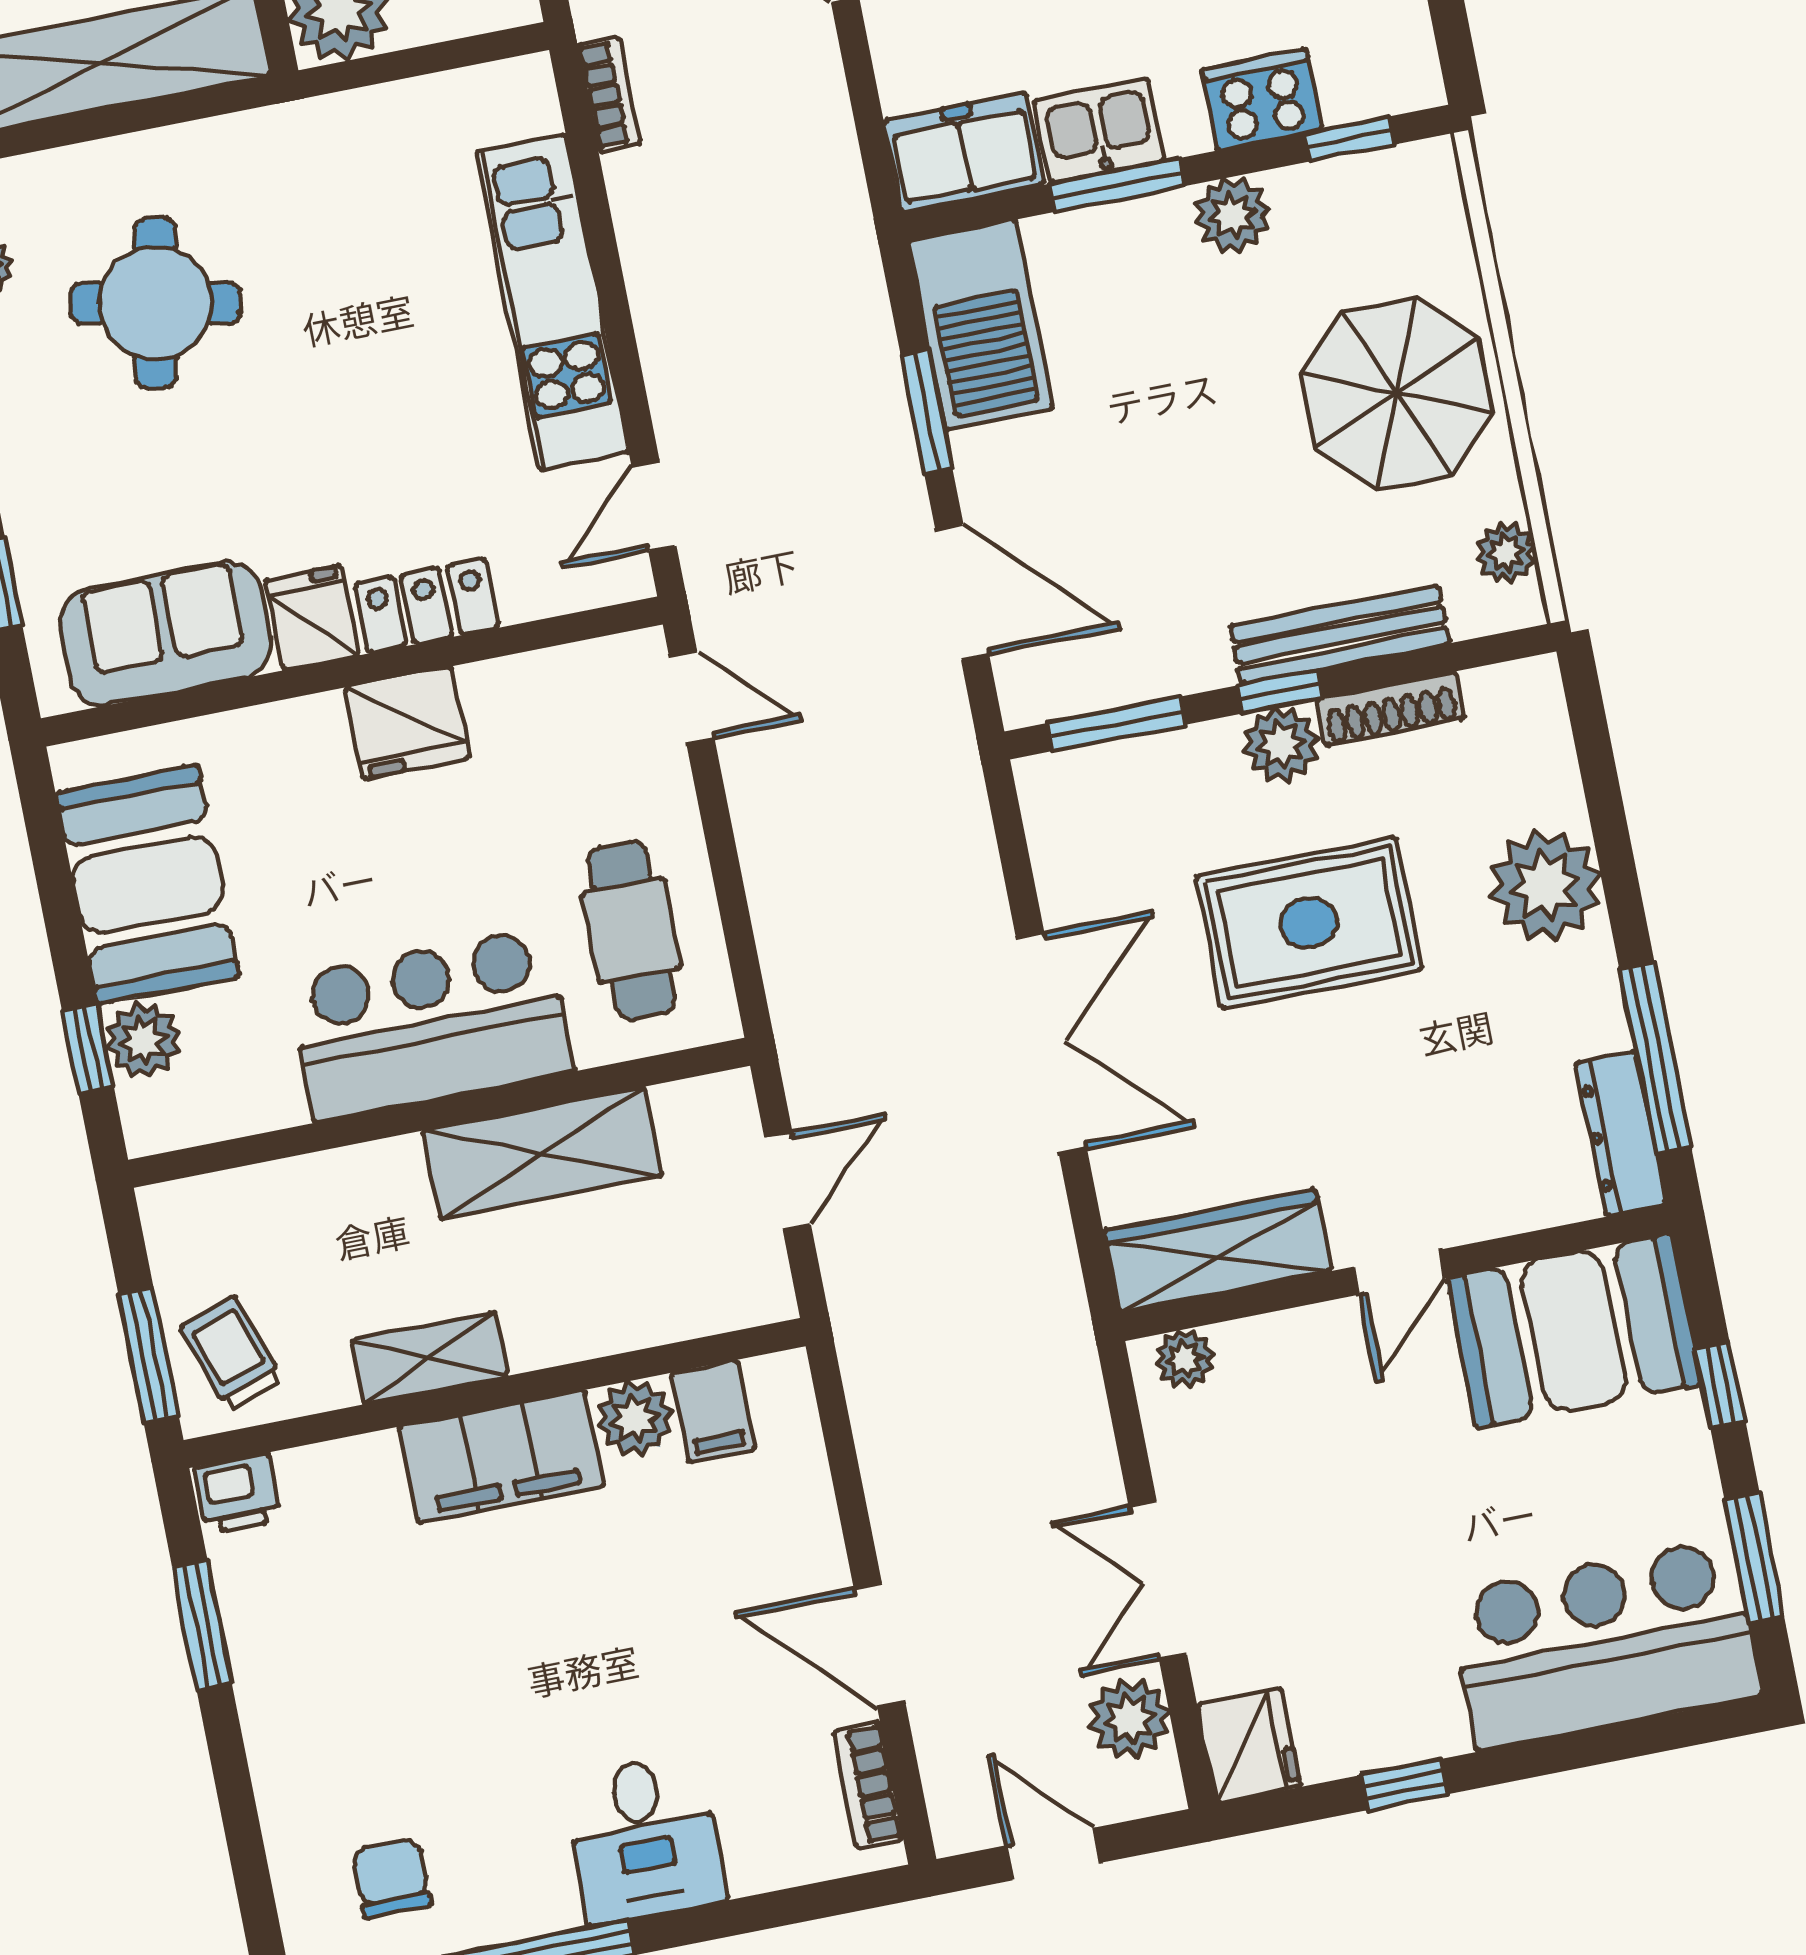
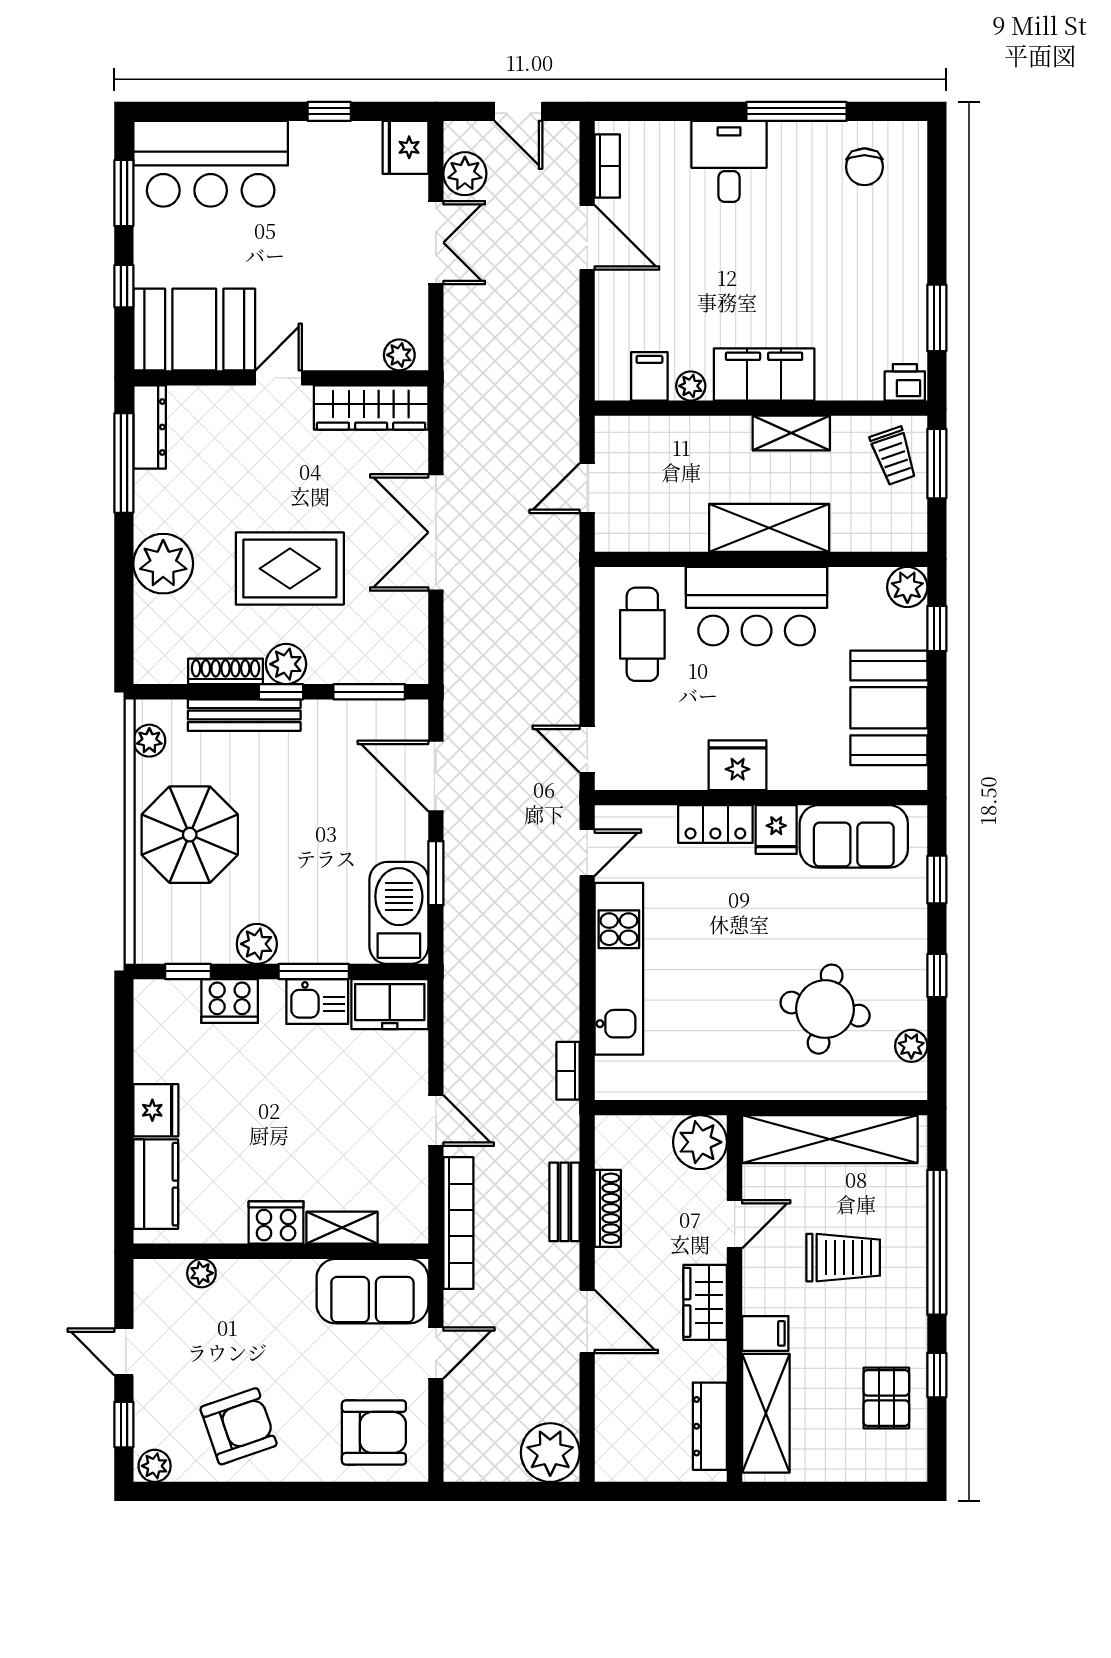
plant: (143, 1040) -> (907, 587), moved
shelving: (542, 1153) -> (769, 528), moved
plant: (635, 1419) -> (691, 386), width x0.73, depth x0.73

